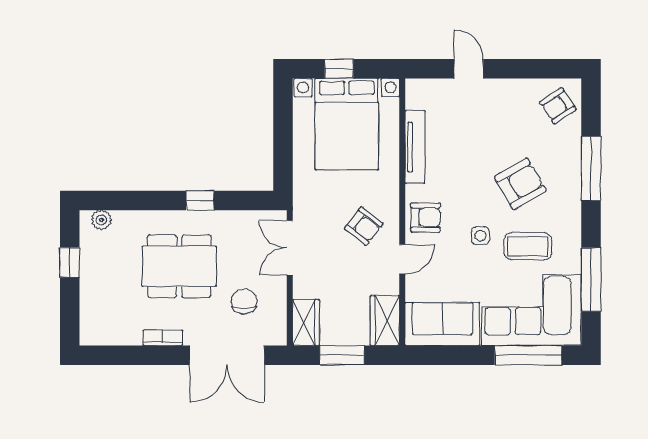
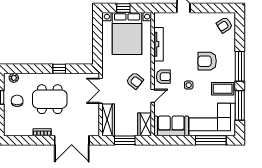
window: (591, 168) -> (240, 66), moved
armchair: (520, 184) -> (207, 61), turned -150
coffee table: (528, 246) -> (223, 89), moved
chair: (244, 301) -> (17, 101), moved
wardrobe: (306, 323) -> (108, 120), width x1.50

